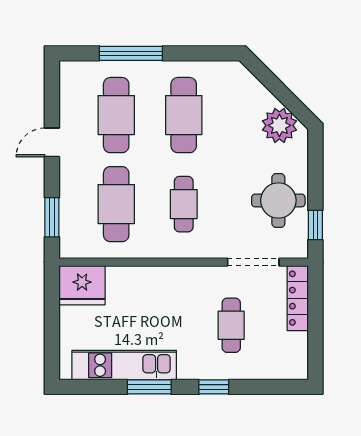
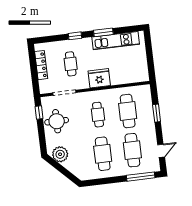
window: (131, 53) -> (141, 177), moved
door: (52, 142) -> (161, 151), moved
window: (52, 217) -> (157, 113), moved
fridge: (82, 285) -> (99, 78), moved
locker: (298, 298) -> (41, 65), moved

